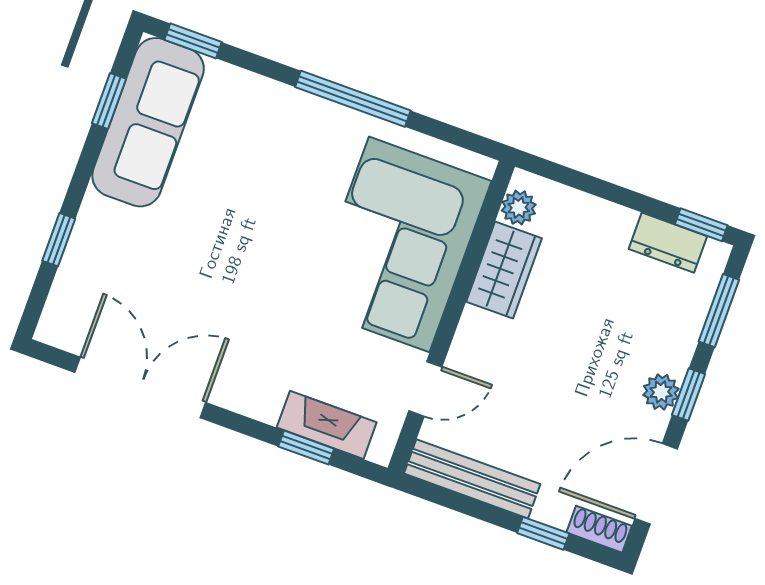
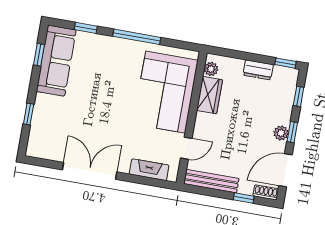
window: (193, 41) -> (86, 28), moved
dresser: (668, 243) -> (258, 70), moved
window: (719, 311) -> (299, 96), width x0.67
double door: (140, 388) -> (90, 171), moved
window: (306, 448) -> (142, 180), removed

